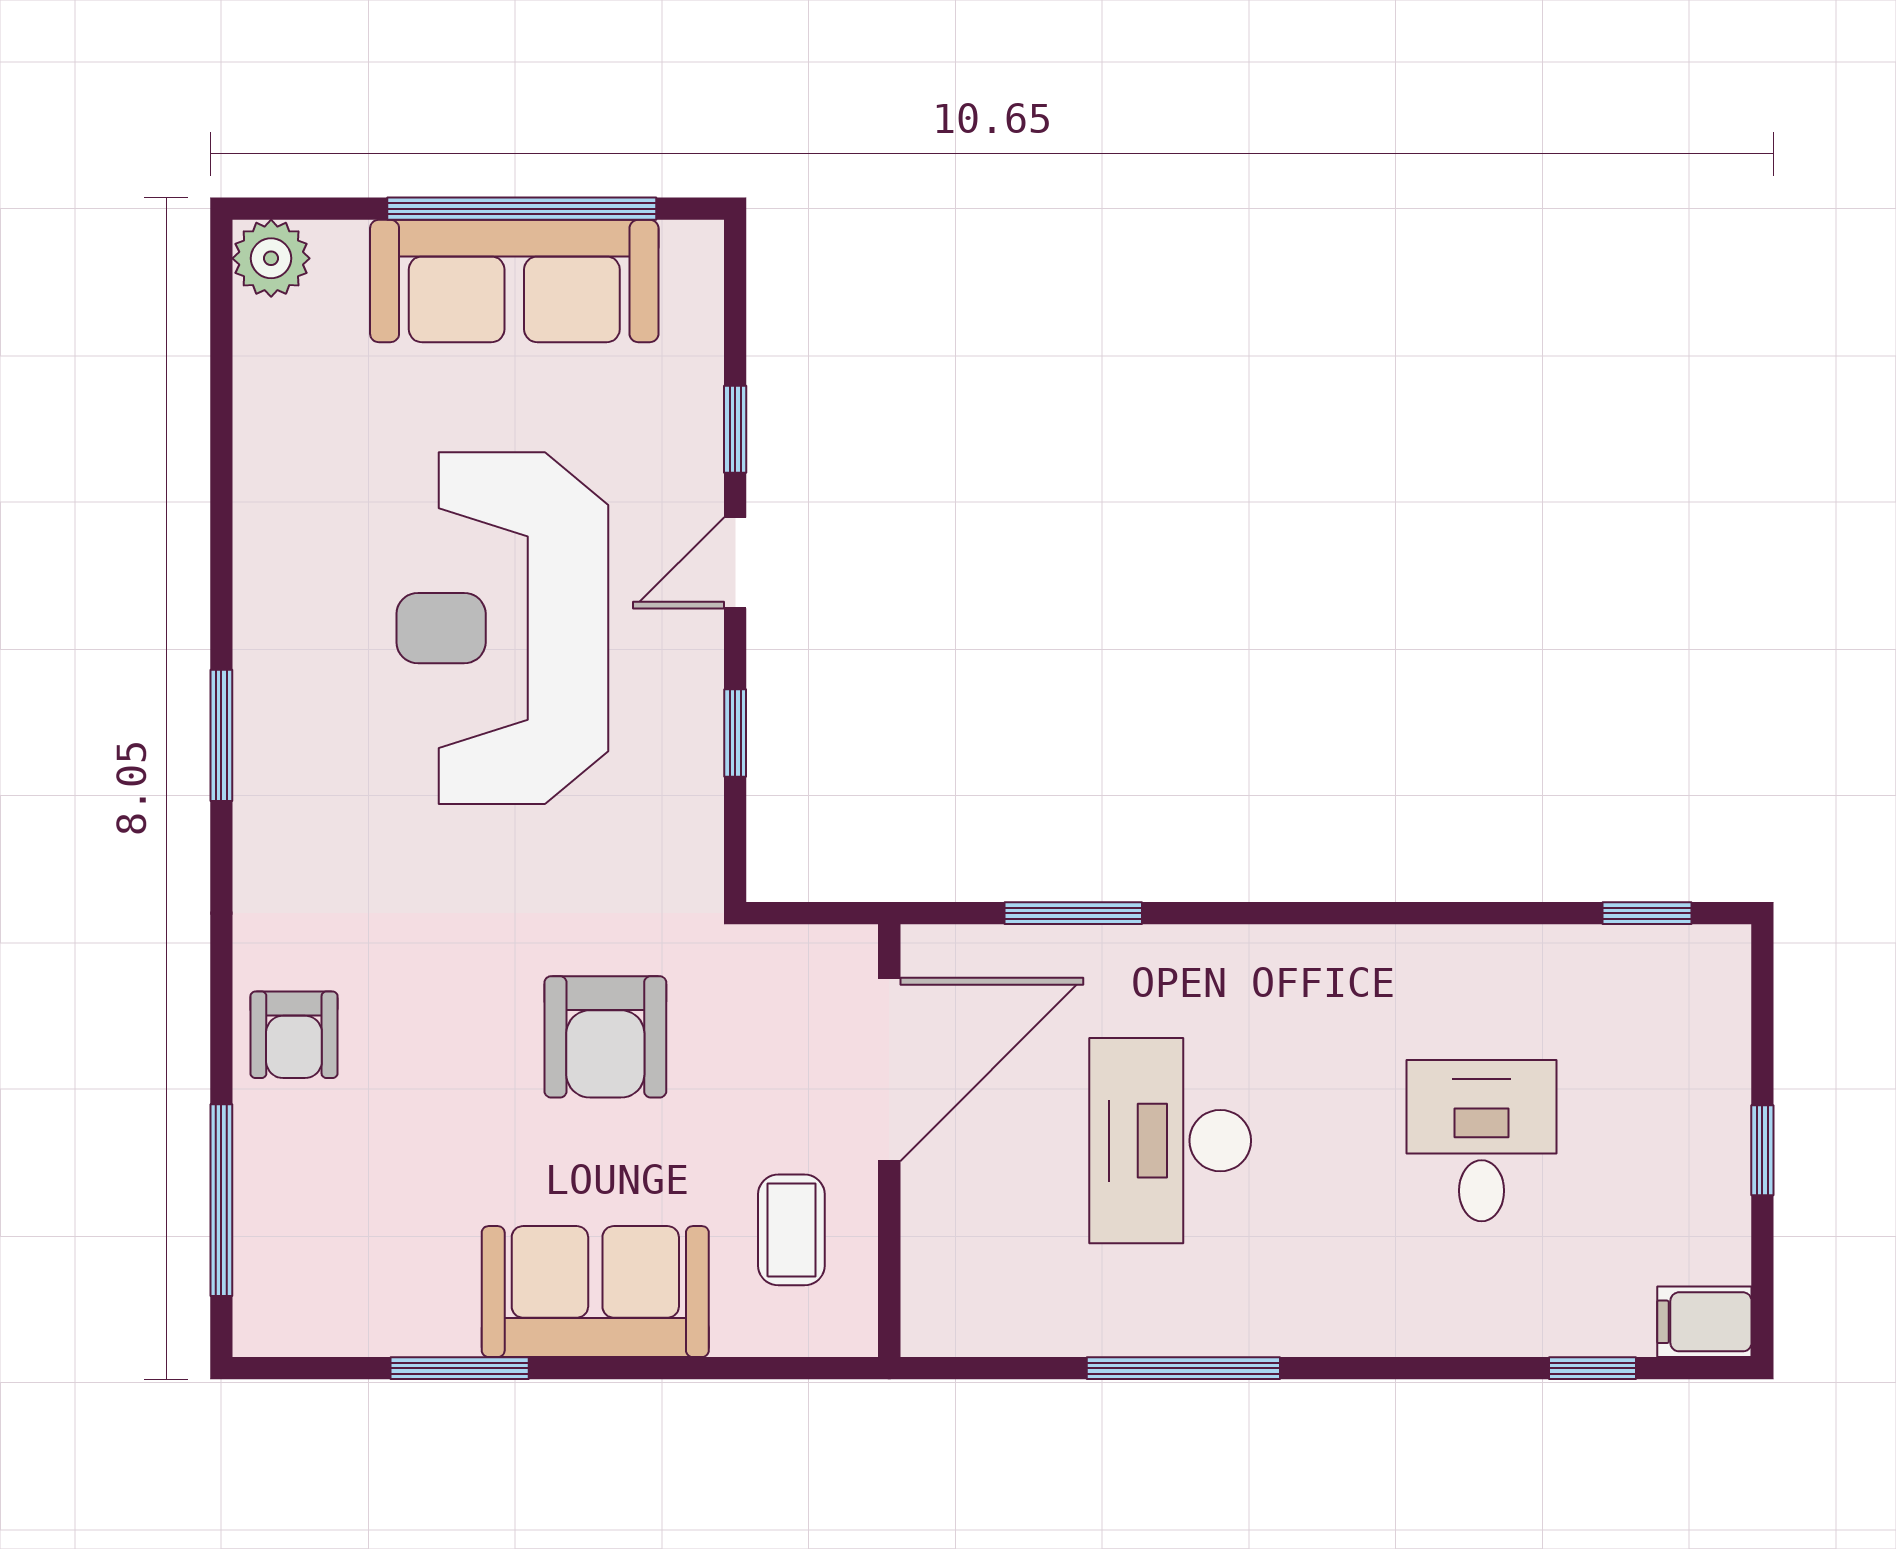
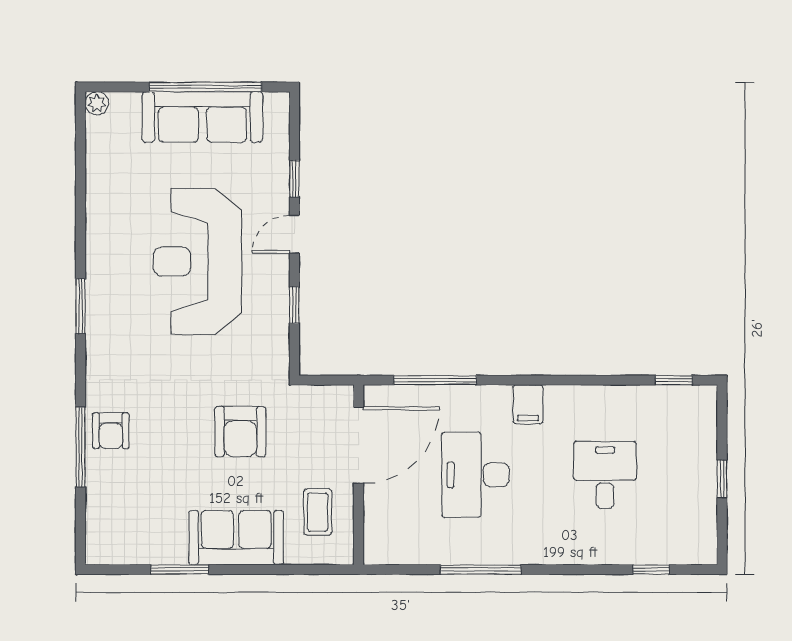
plant: (271, 258) -> (97, 103), width x0.73, depth x0.73
window: (1073, 913) -> (435, 380), width x1.44
window: (221, 1200) -> (81, 447), moved
filing cabinet: (1704, 1322) -> (528, 404), moved, turned -90

